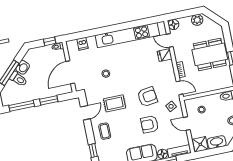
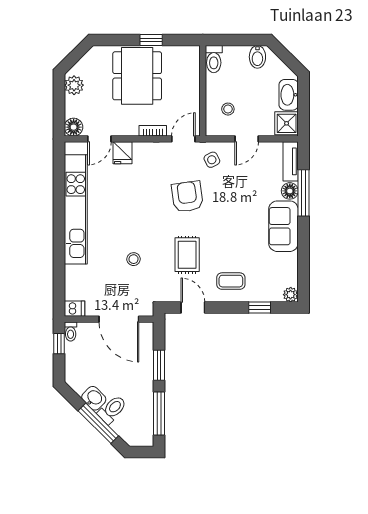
dishwasher: (82, 44) -> (75, 309), moved
armchair: (150, 124) -> (235, 203), removed

